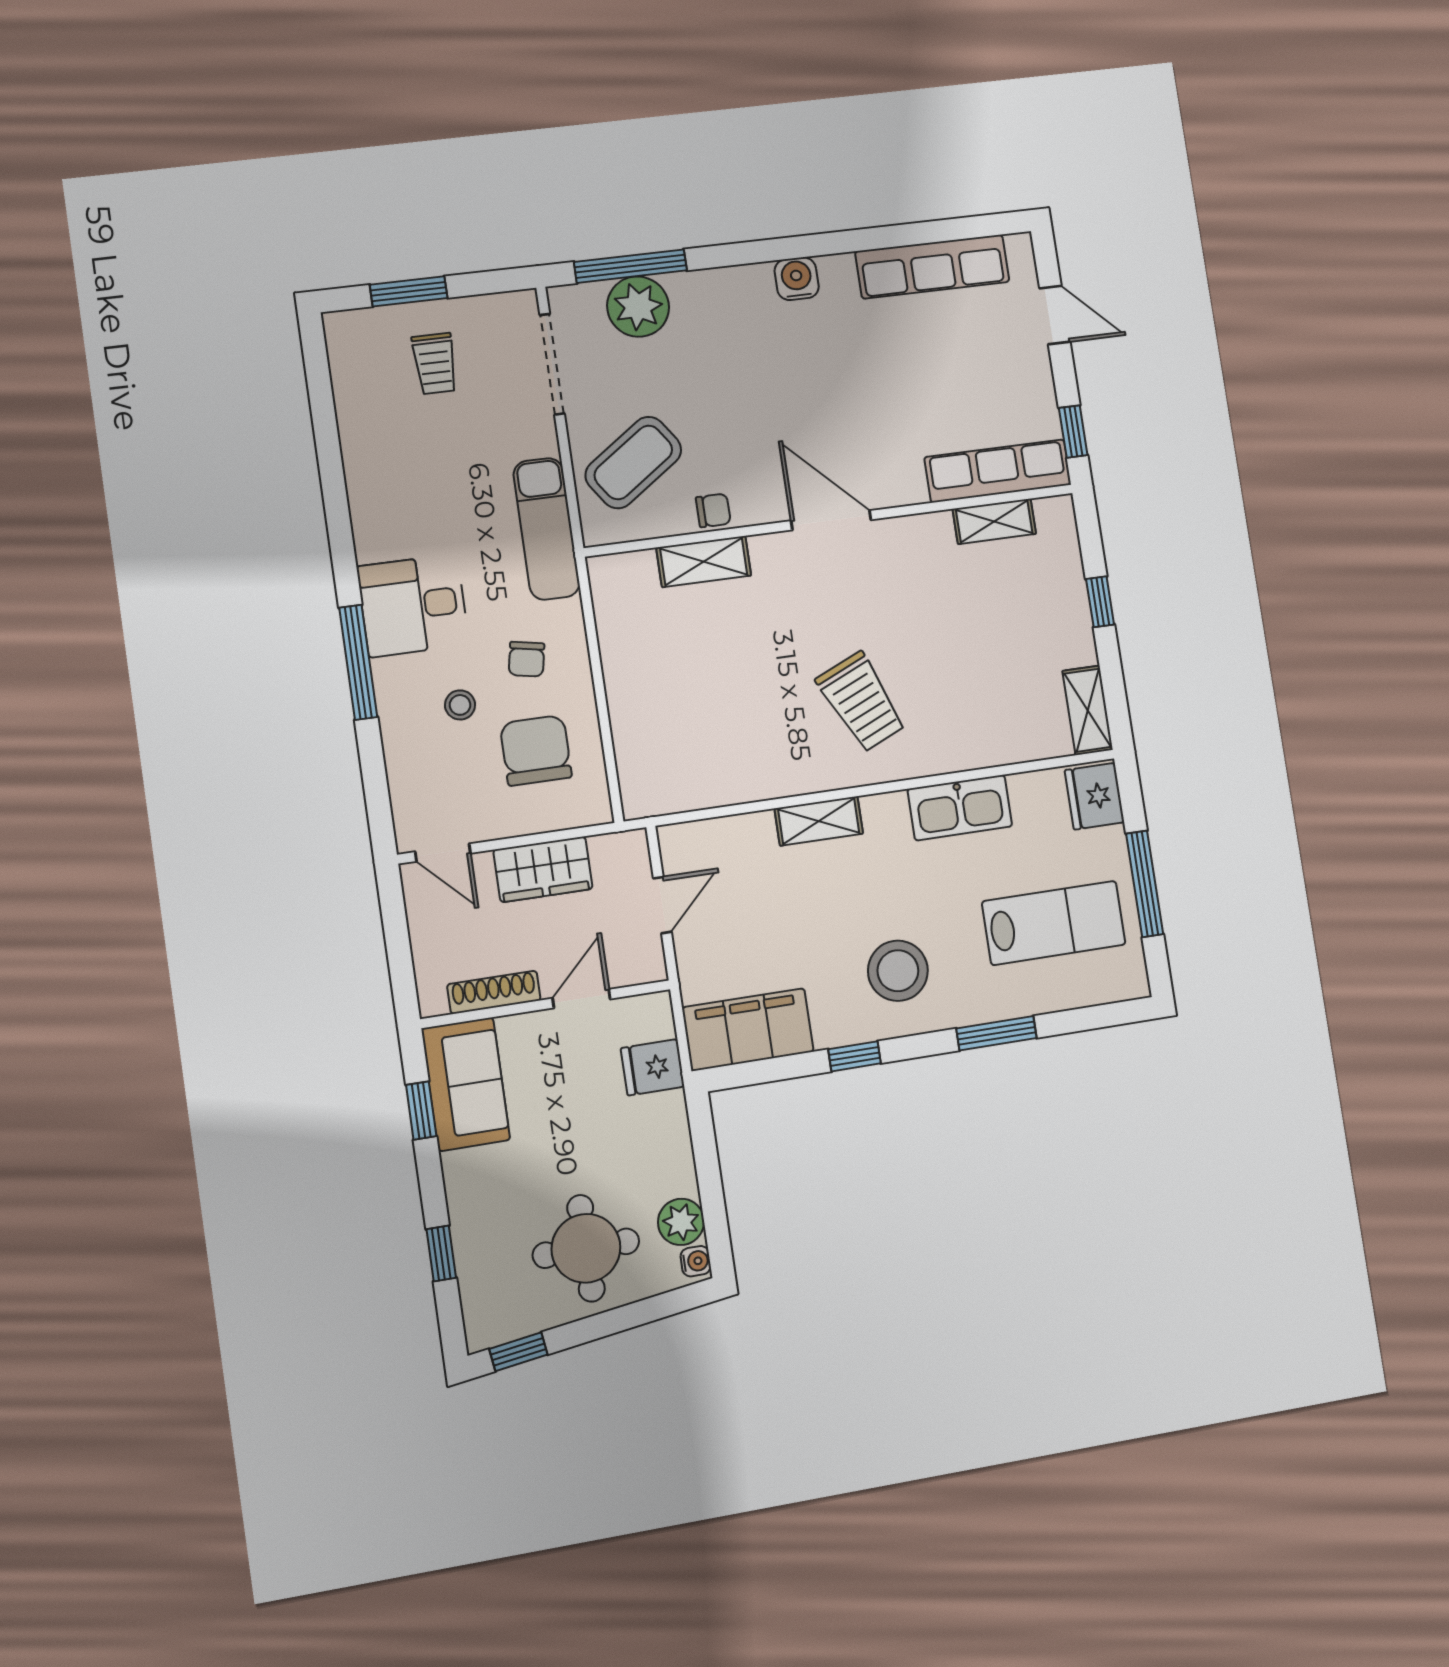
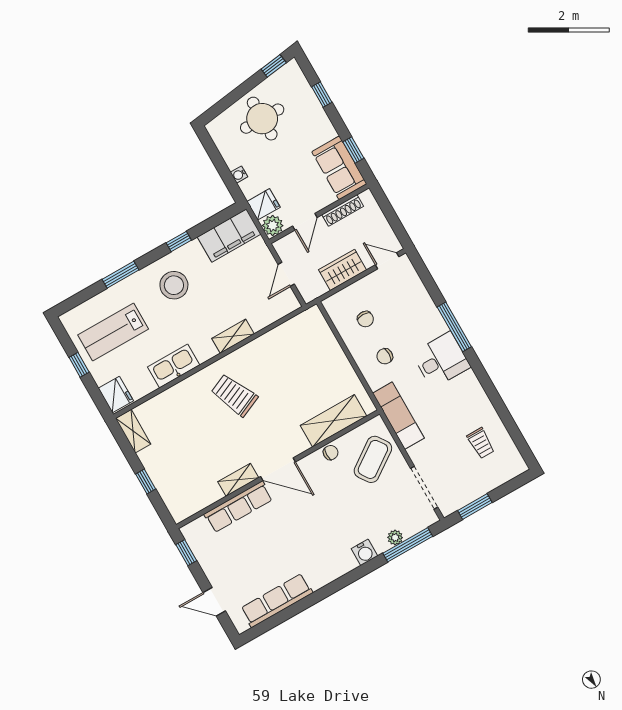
water cooler: (797, 279) -> (365, 552), moved
window: (409, 291) -> (475, 507), moved
plant: (638, 307) -> (395, 537), width x0.53, depth x0.53
trolley: (435, 364) -> (481, 443), moved, turned 180
row of seats: (998, 471) -> (238, 507), moved
chair: (713, 510) -> (331, 453), turned 180
shelving: (994, 521) -> (238, 480), moved
shelving: (704, 562) -> (334, 421), width x1.50, depth x1.33
chair: (526, 659) -> (385, 356), turned -101
stool: (460, 705) -> (405, 326), removed
chair: (536, 750) -> (365, 319), width x0.54, depth x0.54
window: (1145, 884) -> (79, 365), width x0.46
plant: (681, 1222) -> (273, 226), moved
water cooler: (696, 1261) -> (239, 175), moved

